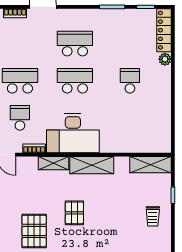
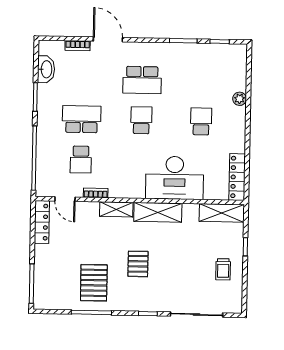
locker: (164, 30) -> (237, 177), moved
school desk: (75, 44) -> (142, 80), turned 180
school desk: (75, 81) -> (141, 120), width x0.54
school desk: (20, 118) -> (81, 159), turned 180
desk: (73, 133) -> (175, 178), moved

